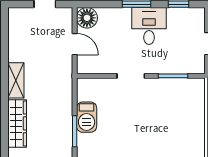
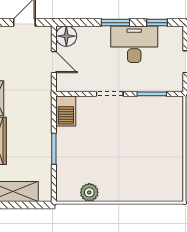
desk: (149, 26) -> (134, 44), width x1.37
barbecue: (87, 117) -> (66, 111), moved

